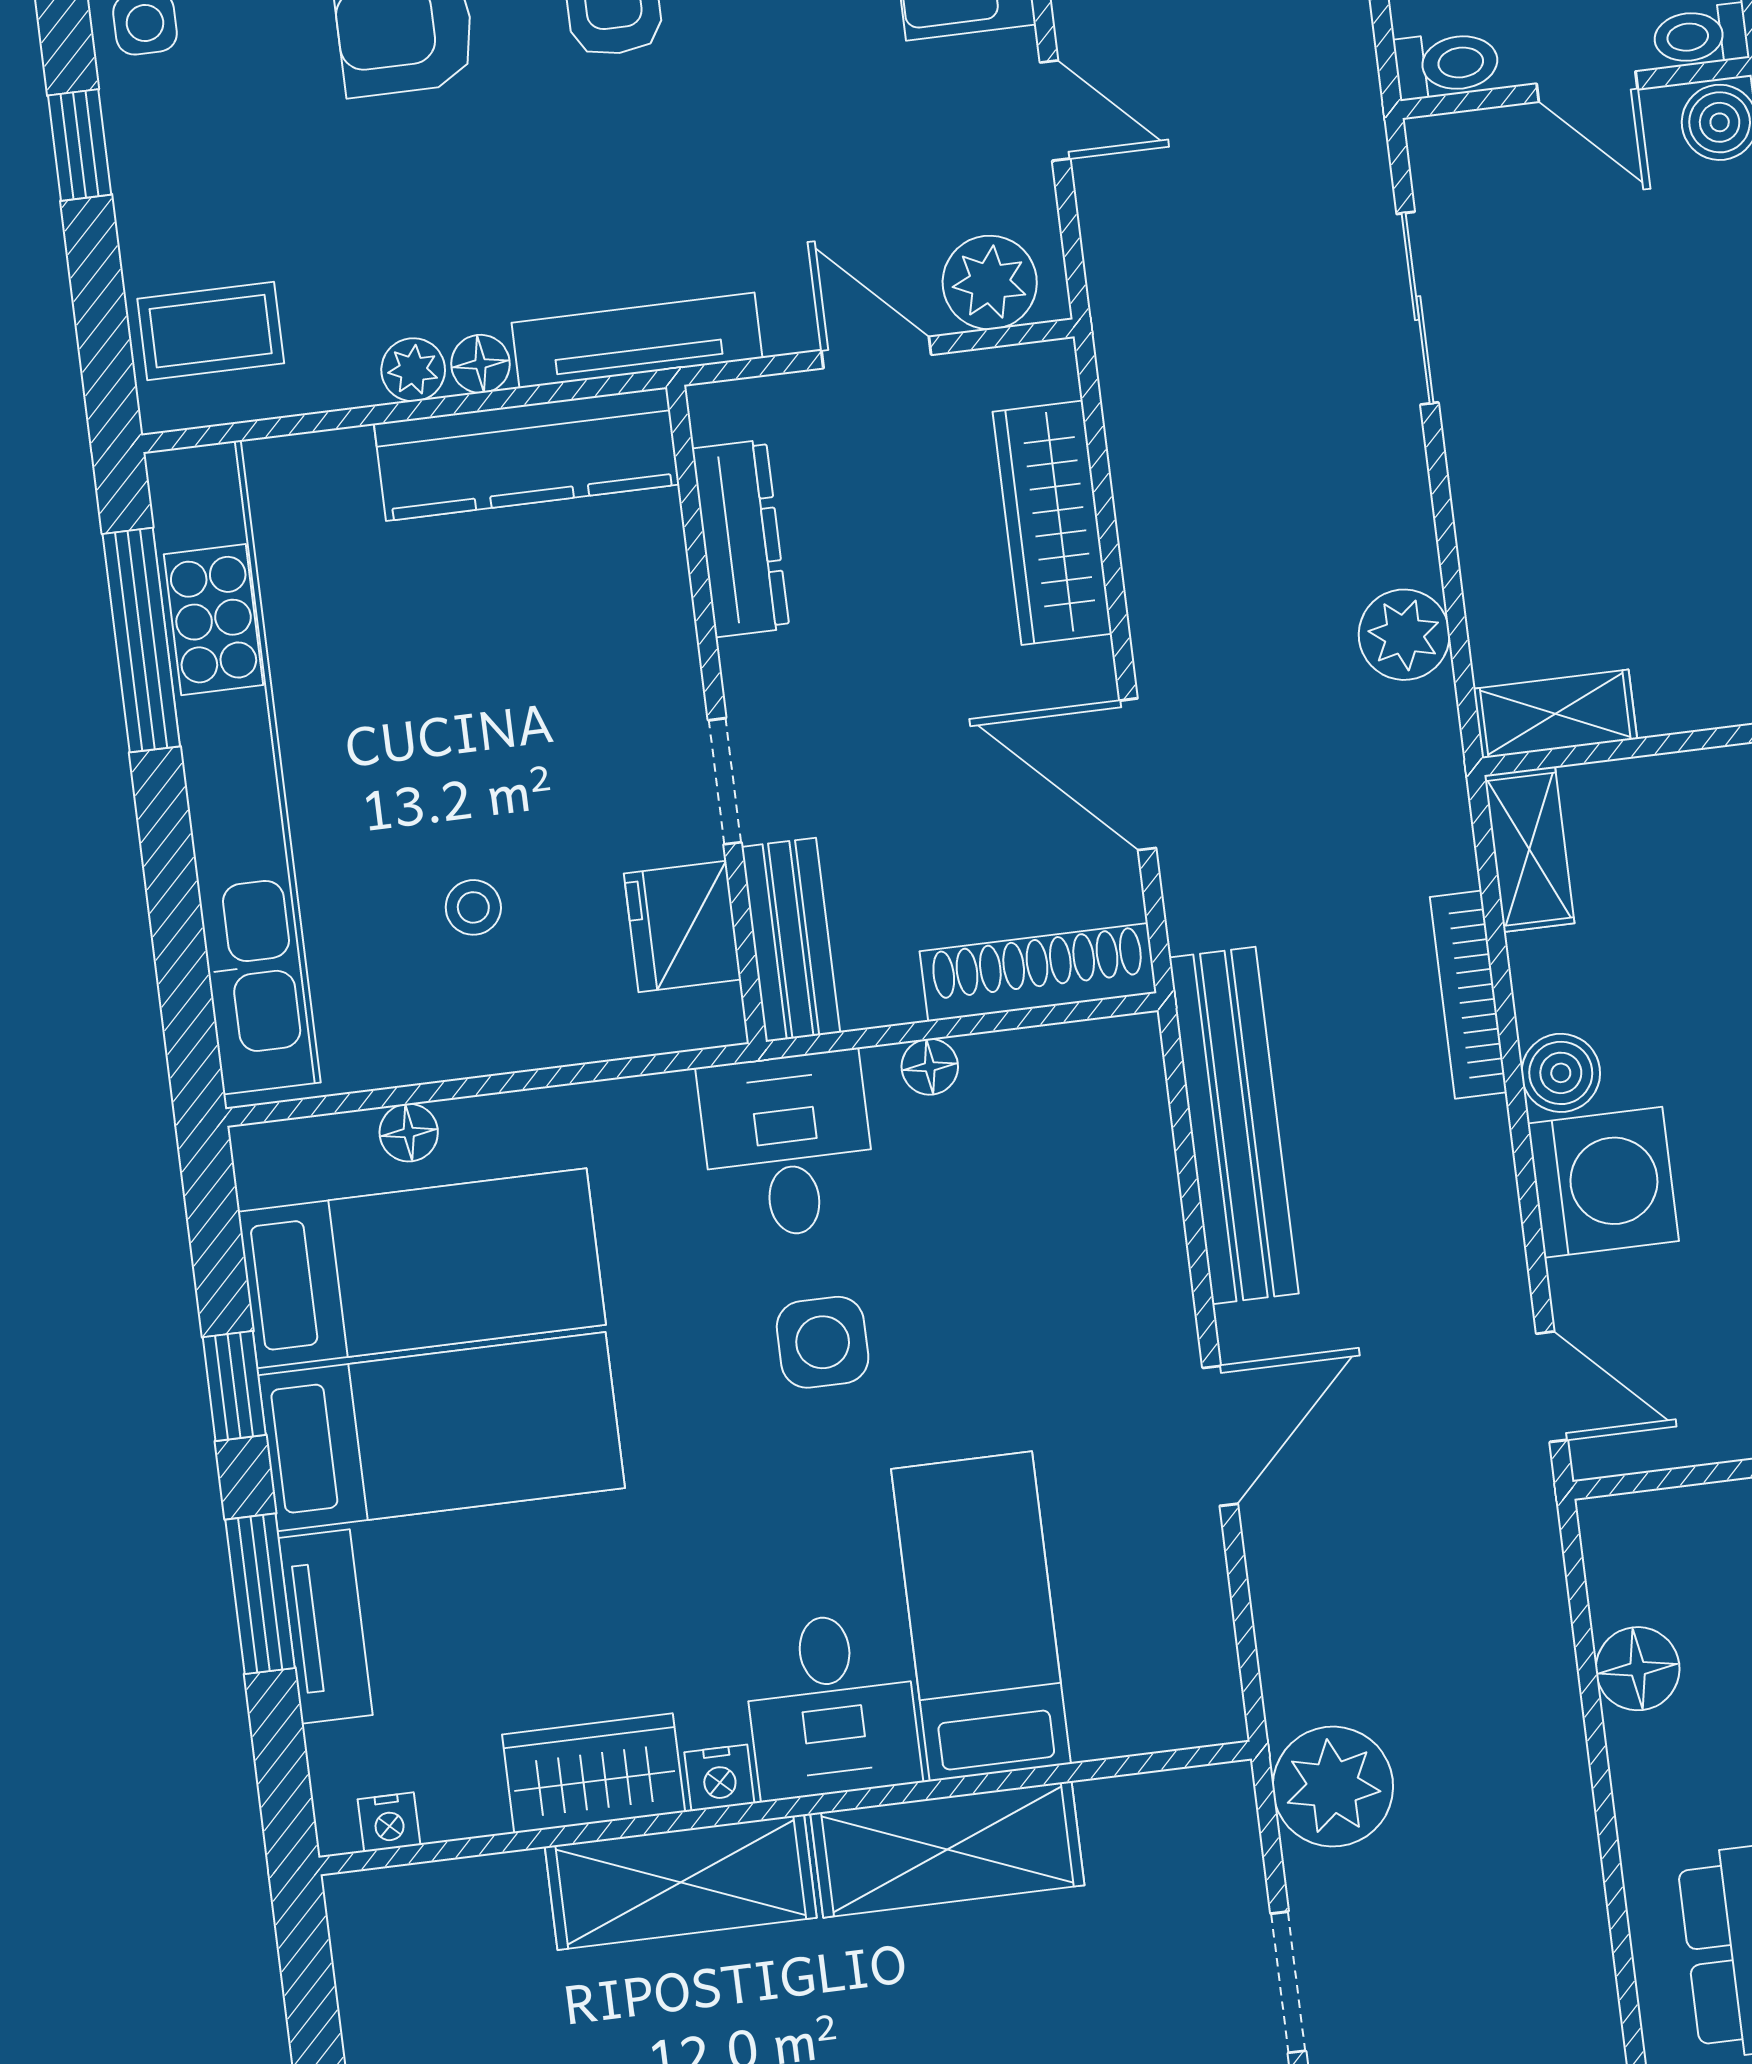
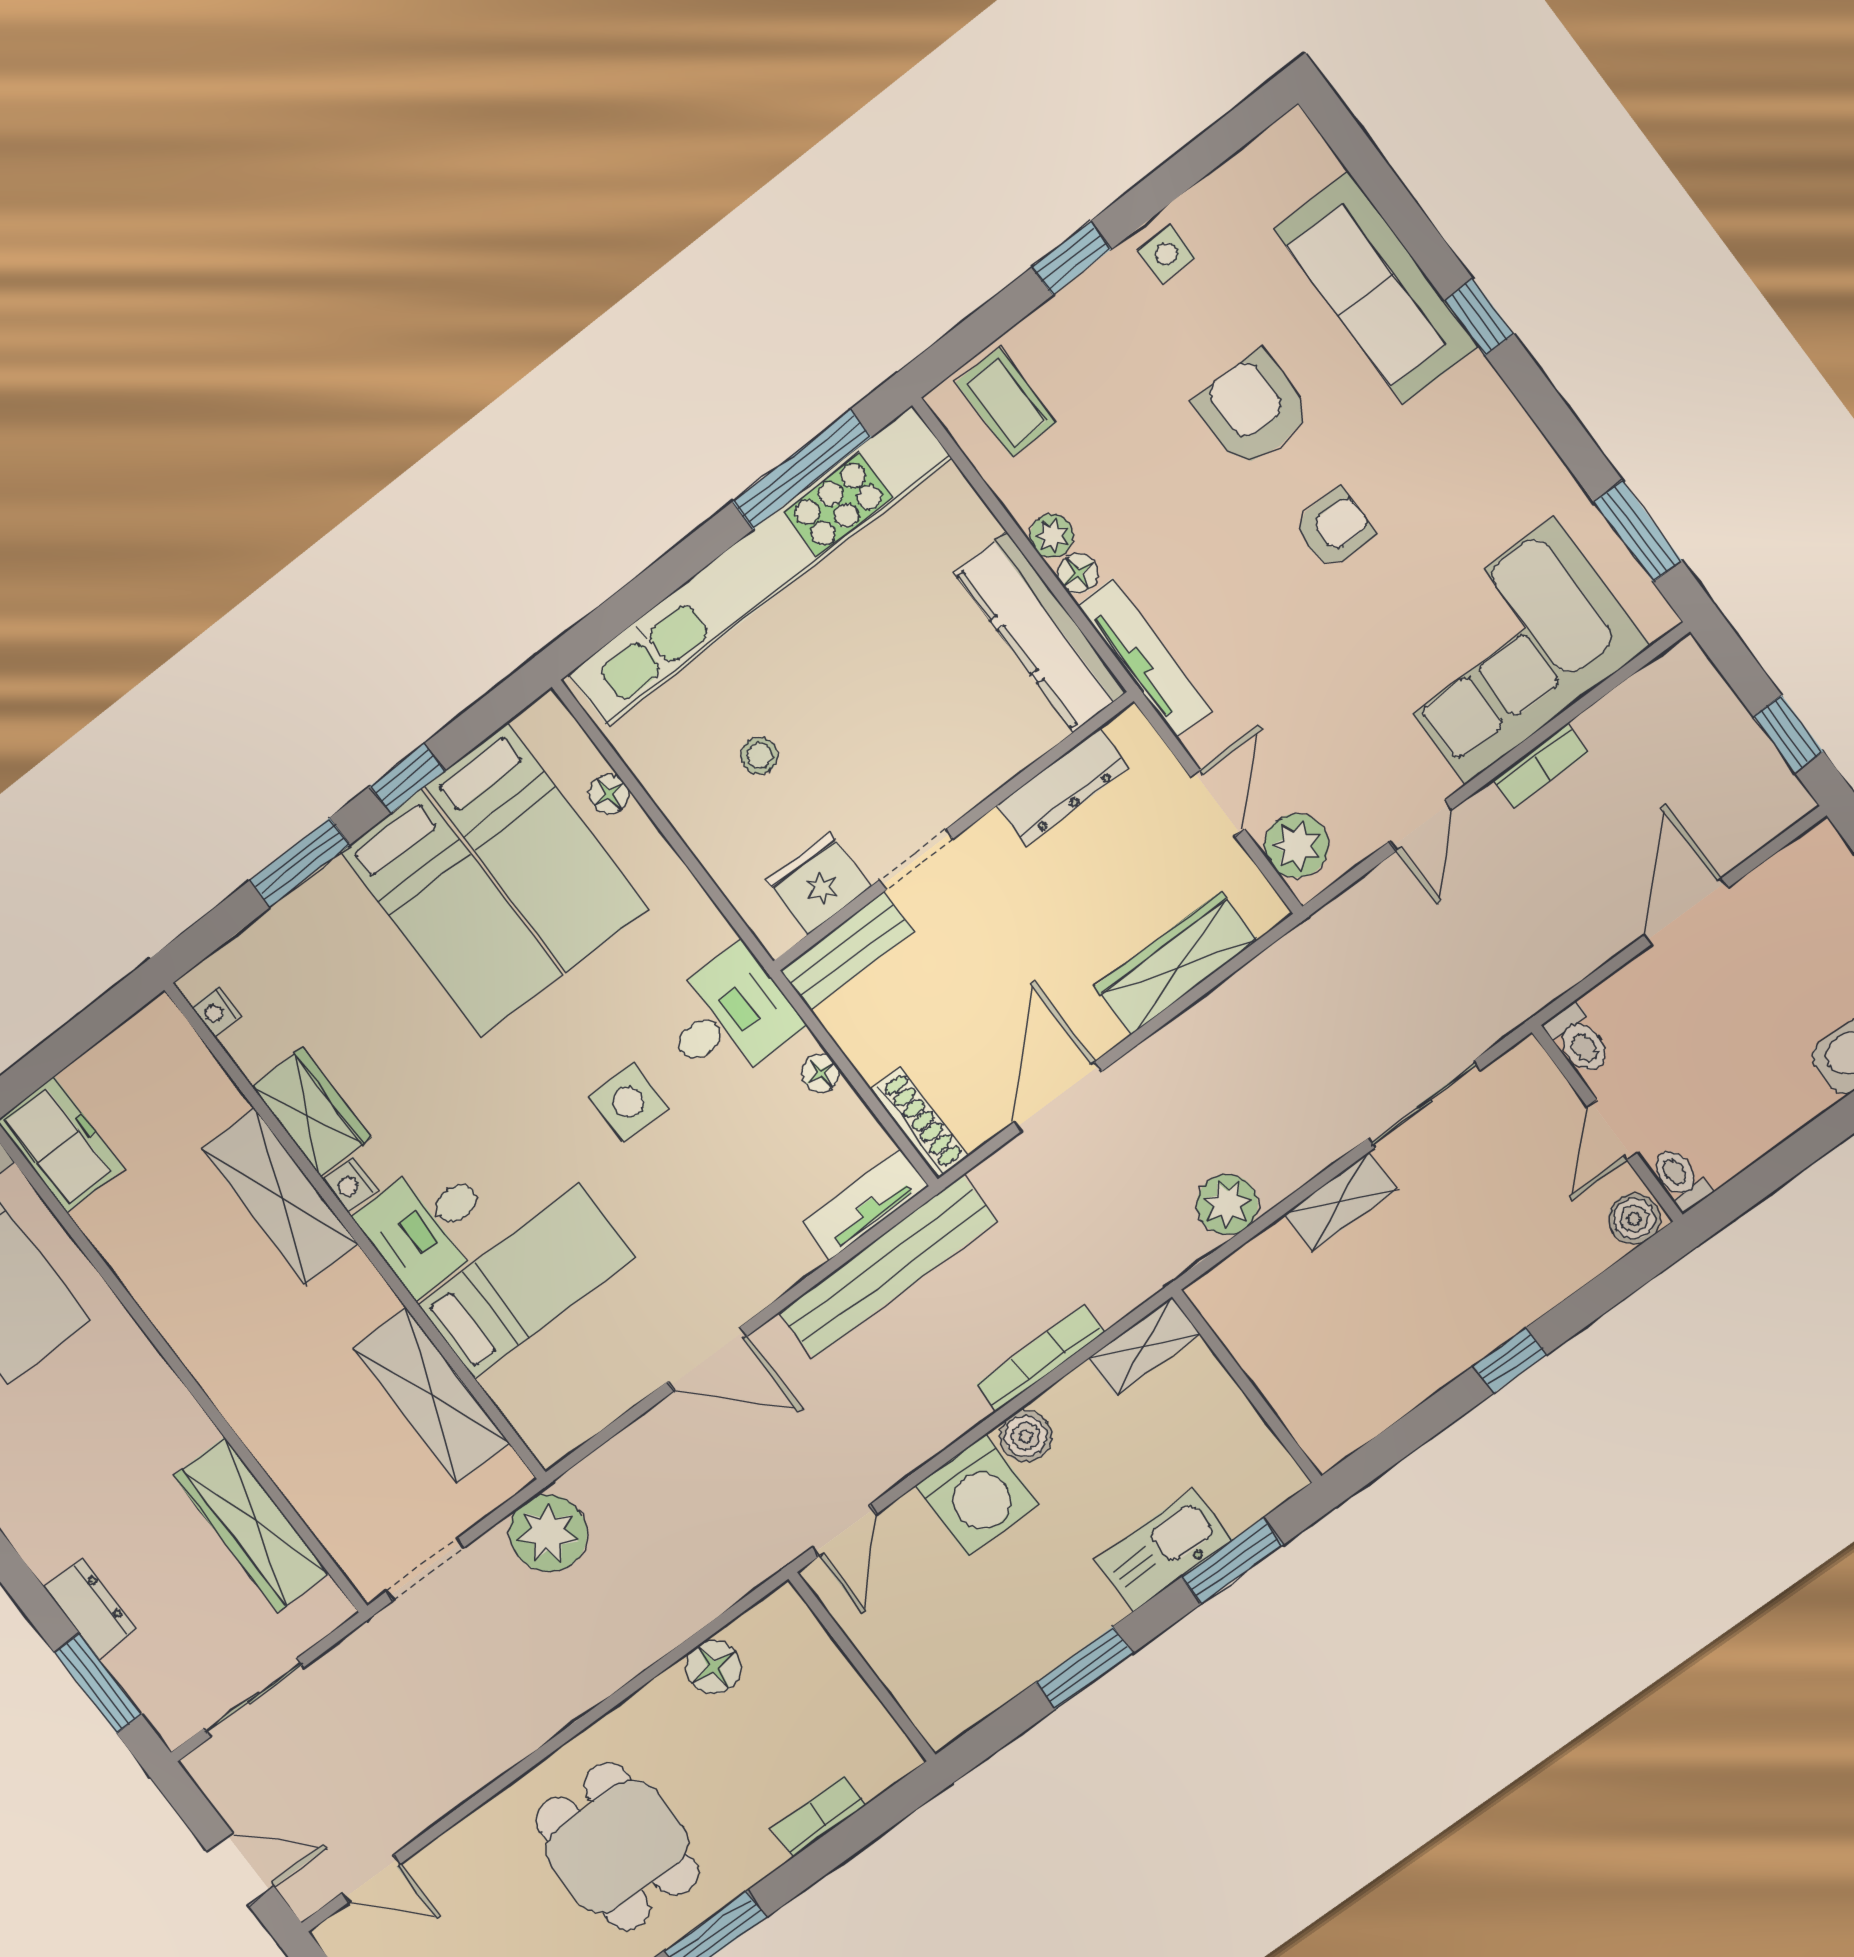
shelving: (1555, 714) -> (1341, 1202), moved, turned 90
shoe rack: (1038, 972) -> (919, 1123), width x0.74, depth x0.81
tv unit: (326, 1627) -> (865, 1204), moved, turned 180
shelving: (947, 1849) -> (431, 1396), moved

